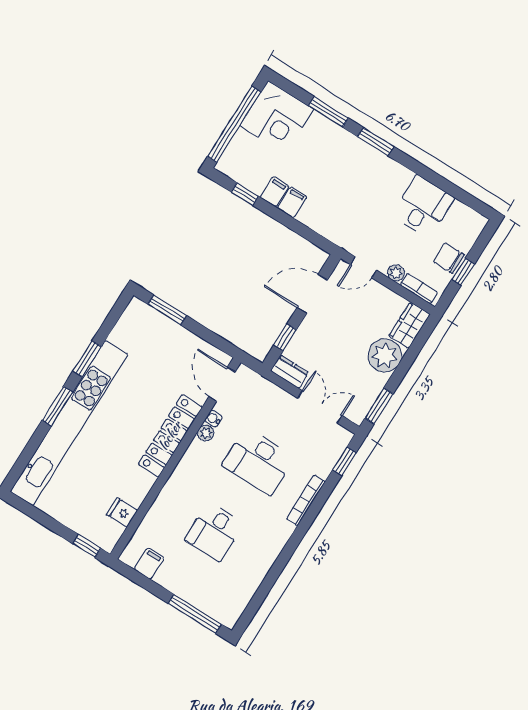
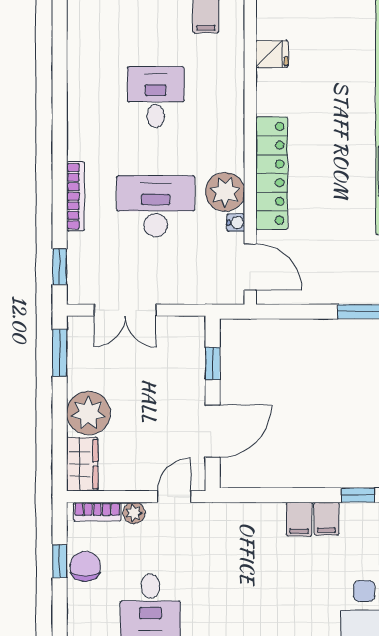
chair: (449, 258) -> (85, 566), turned -91
dresser: (290, 372) -> (183, 328), removed
plant: (206, 433) -> (225, 192), width x1.87, depth x1.87

